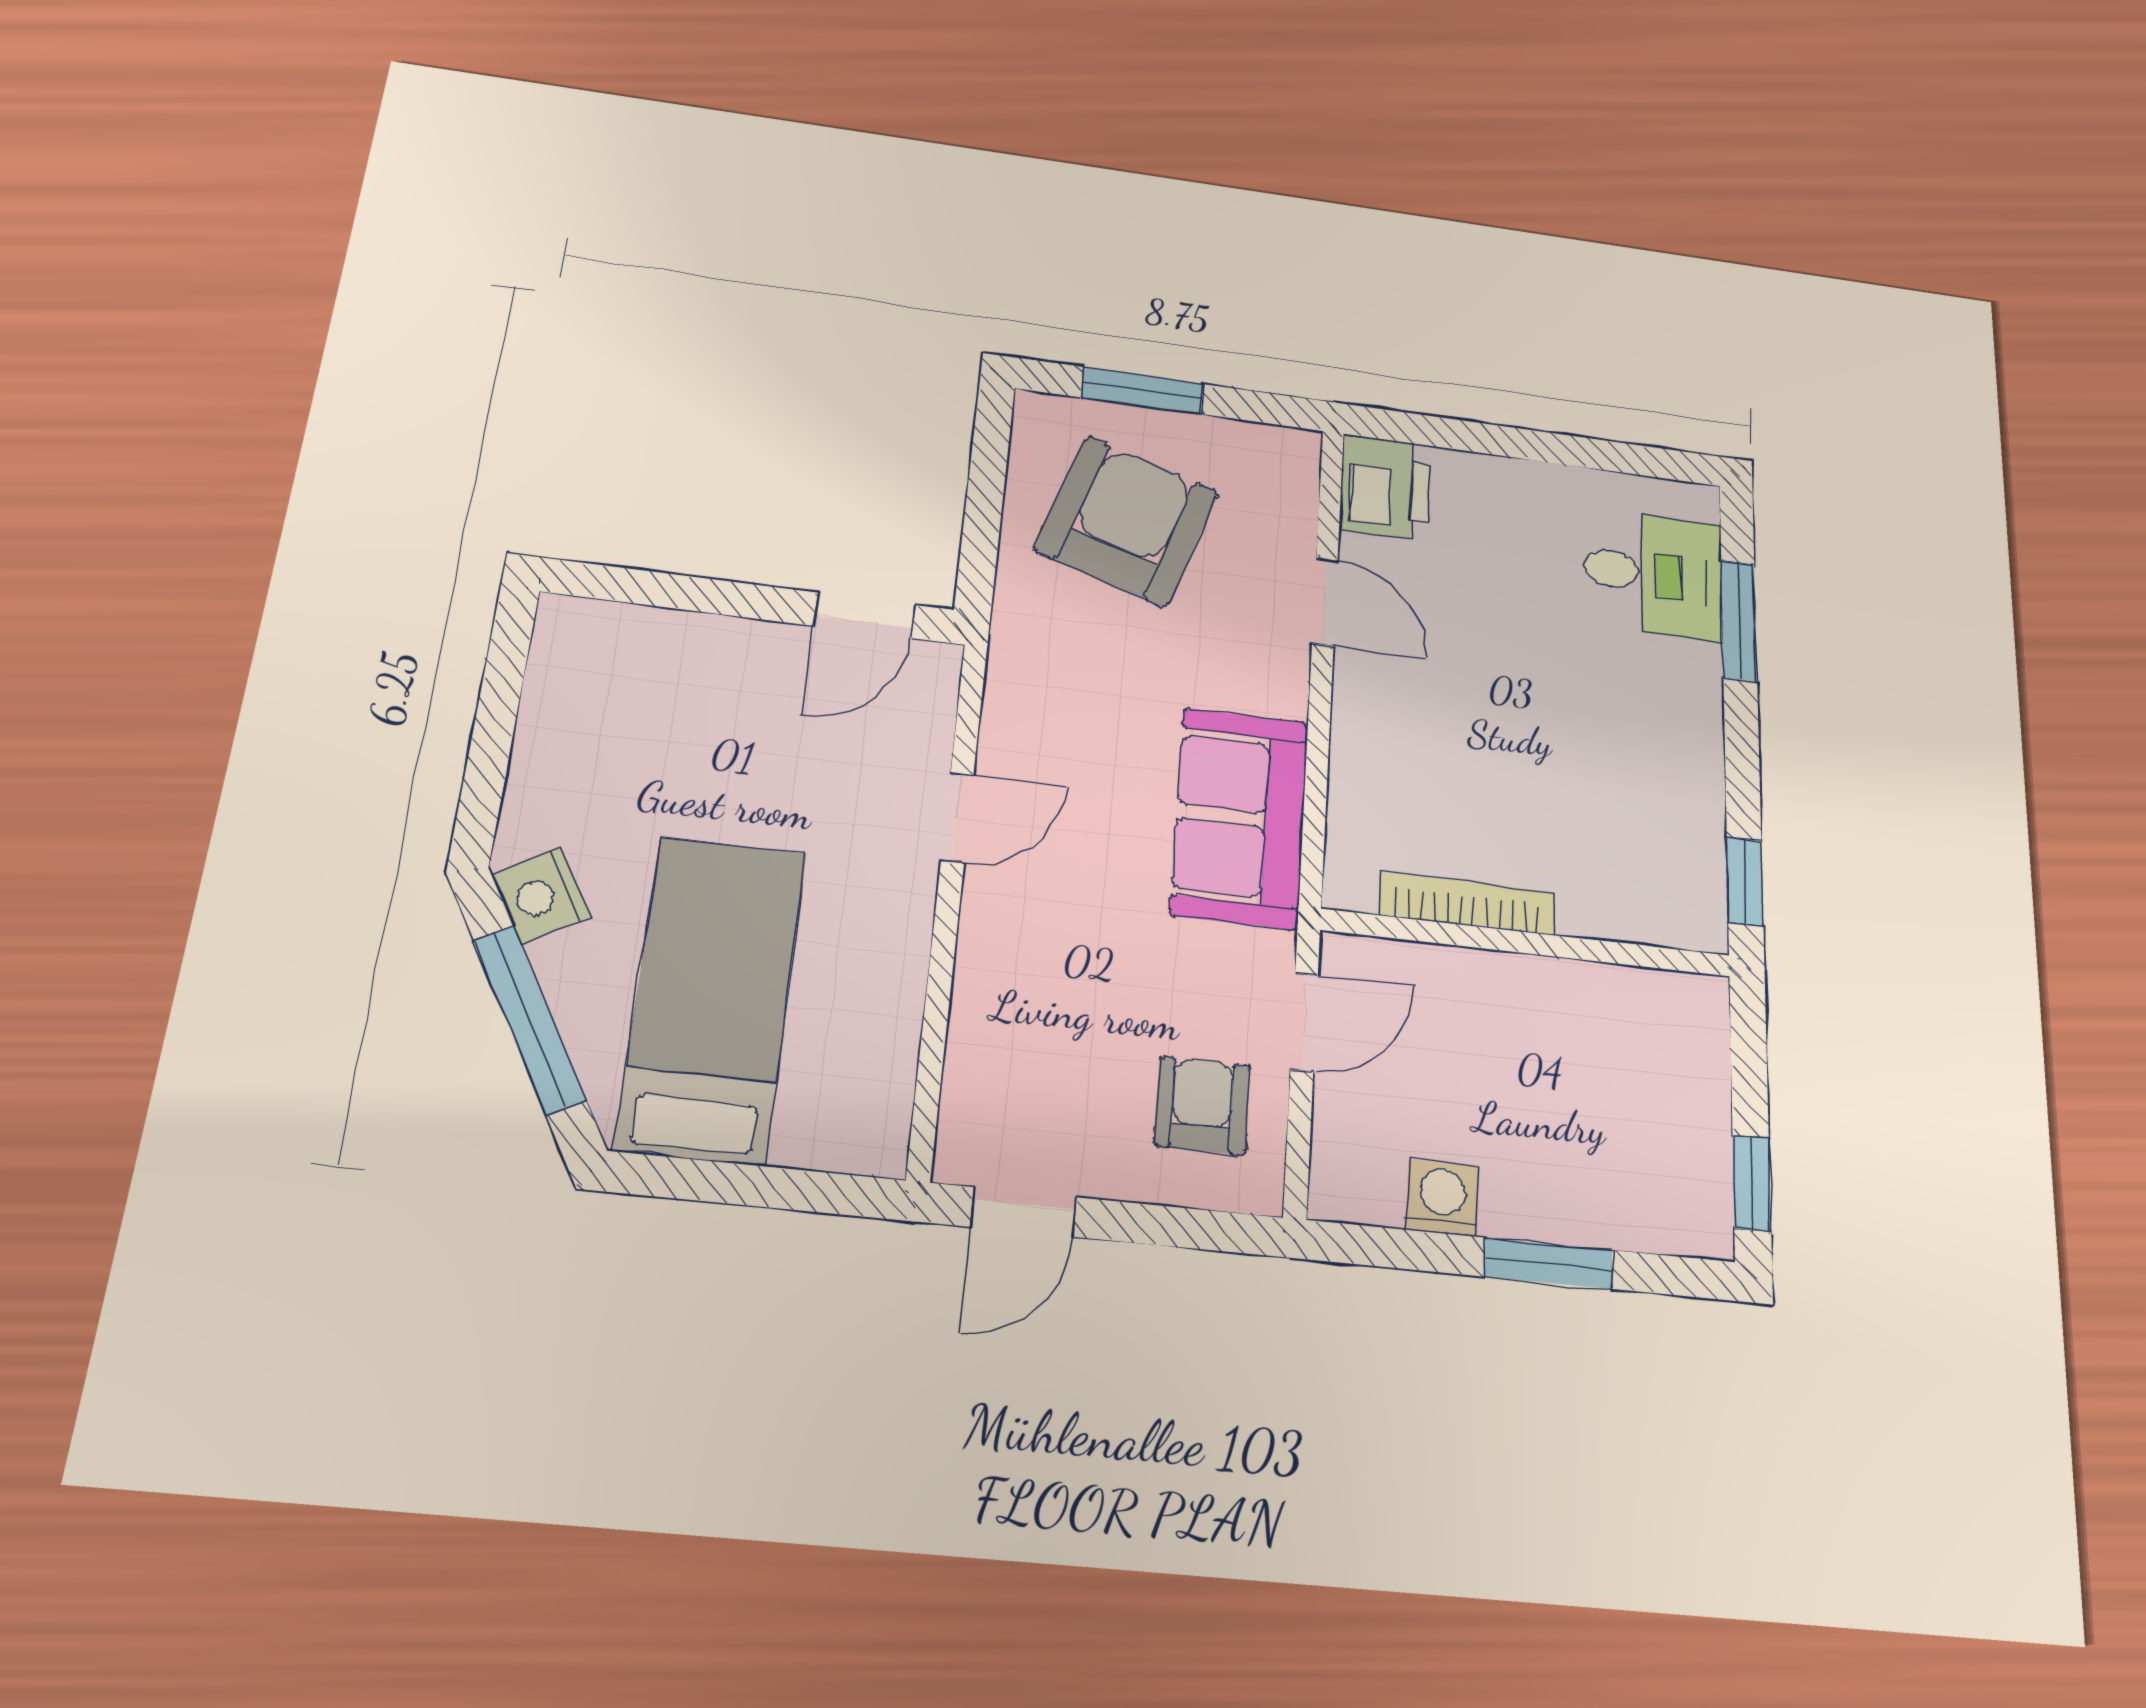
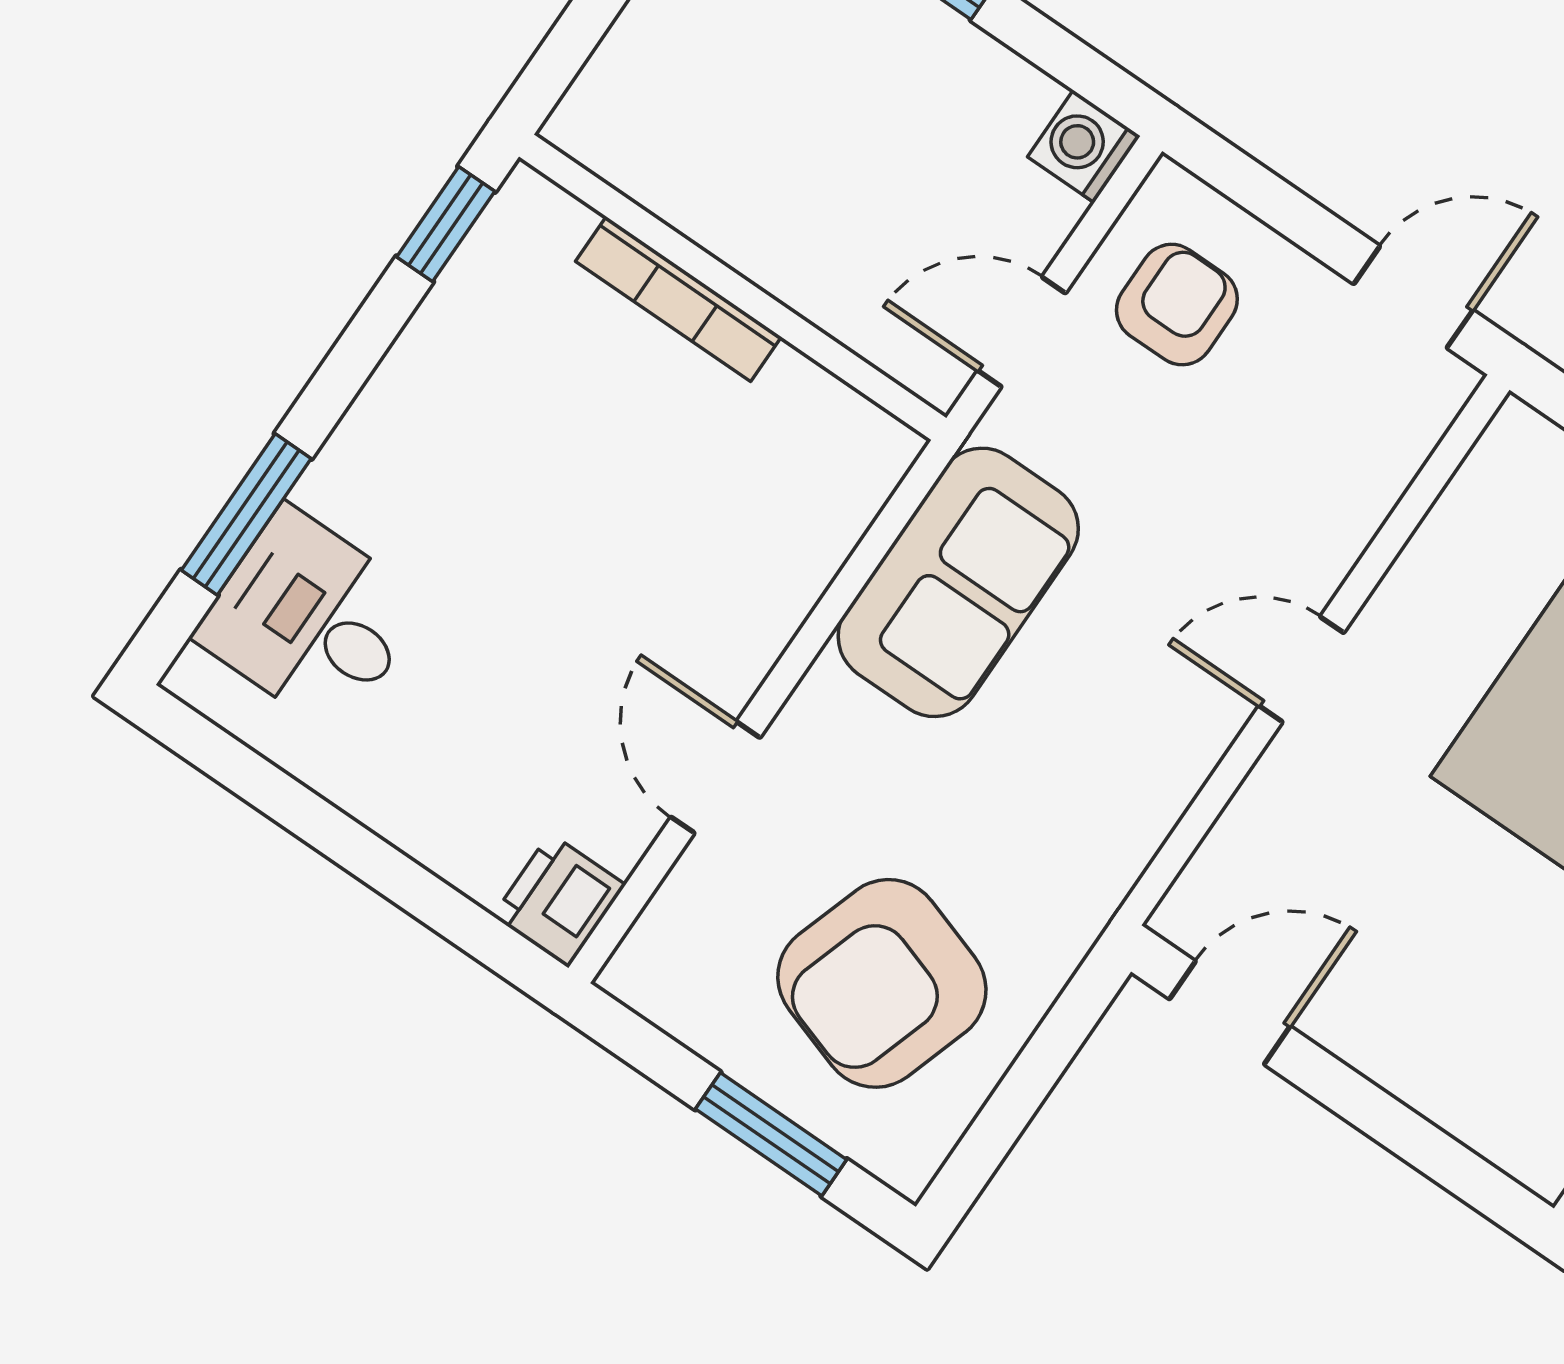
printer: (1385, 487) -> (559, 900), width x0.73, depth x0.81
door: (957, 818) -> (1301, 669), moved
bookcase: (1467, 904) -> (678, 299), moved
armchair: (1202, 1105) -> (1177, 305), turned 180
washing machine: (1442, 1198) -> (1084, 146), moved, turned 90

